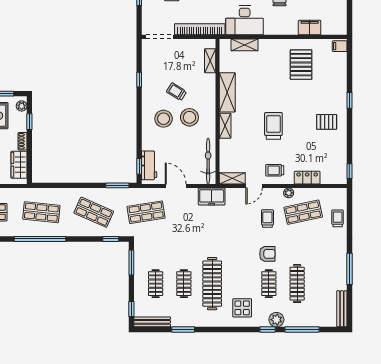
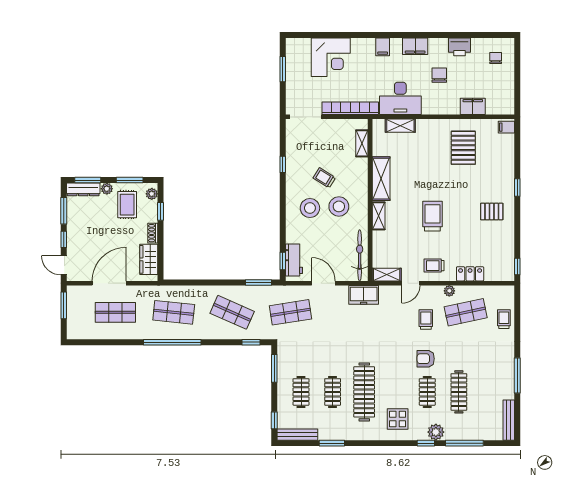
armchair: (267, 254) -> (426, 359), turned 180

